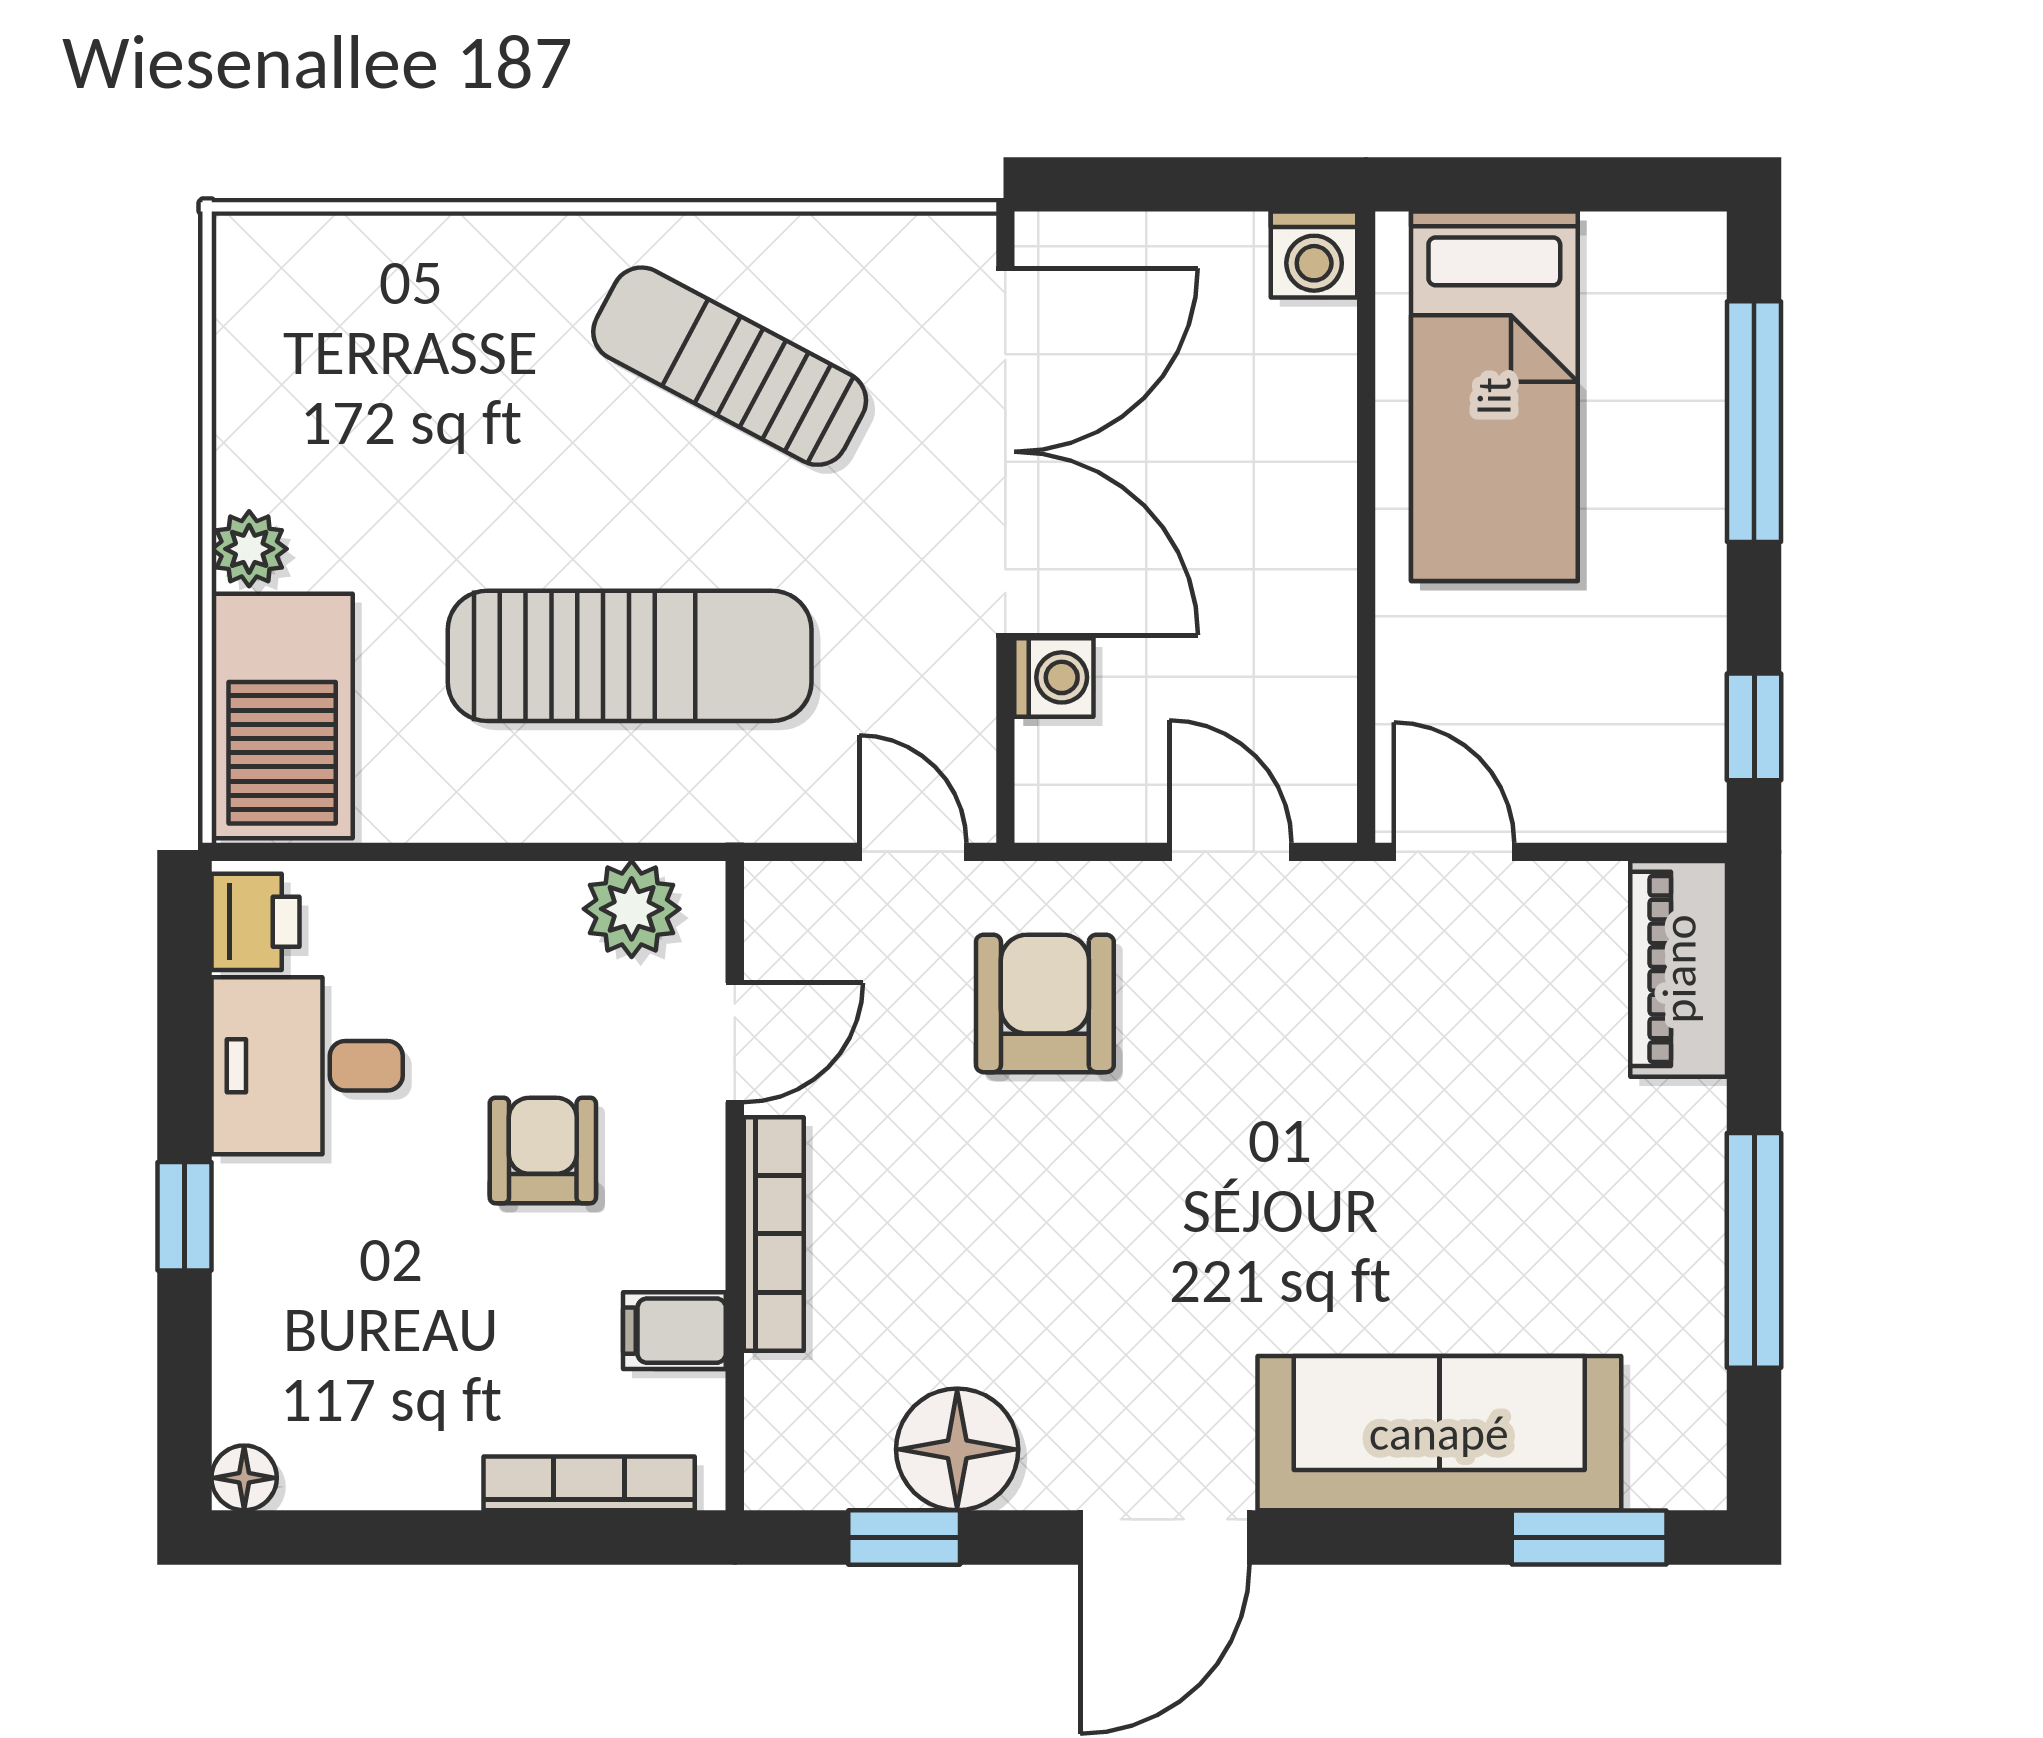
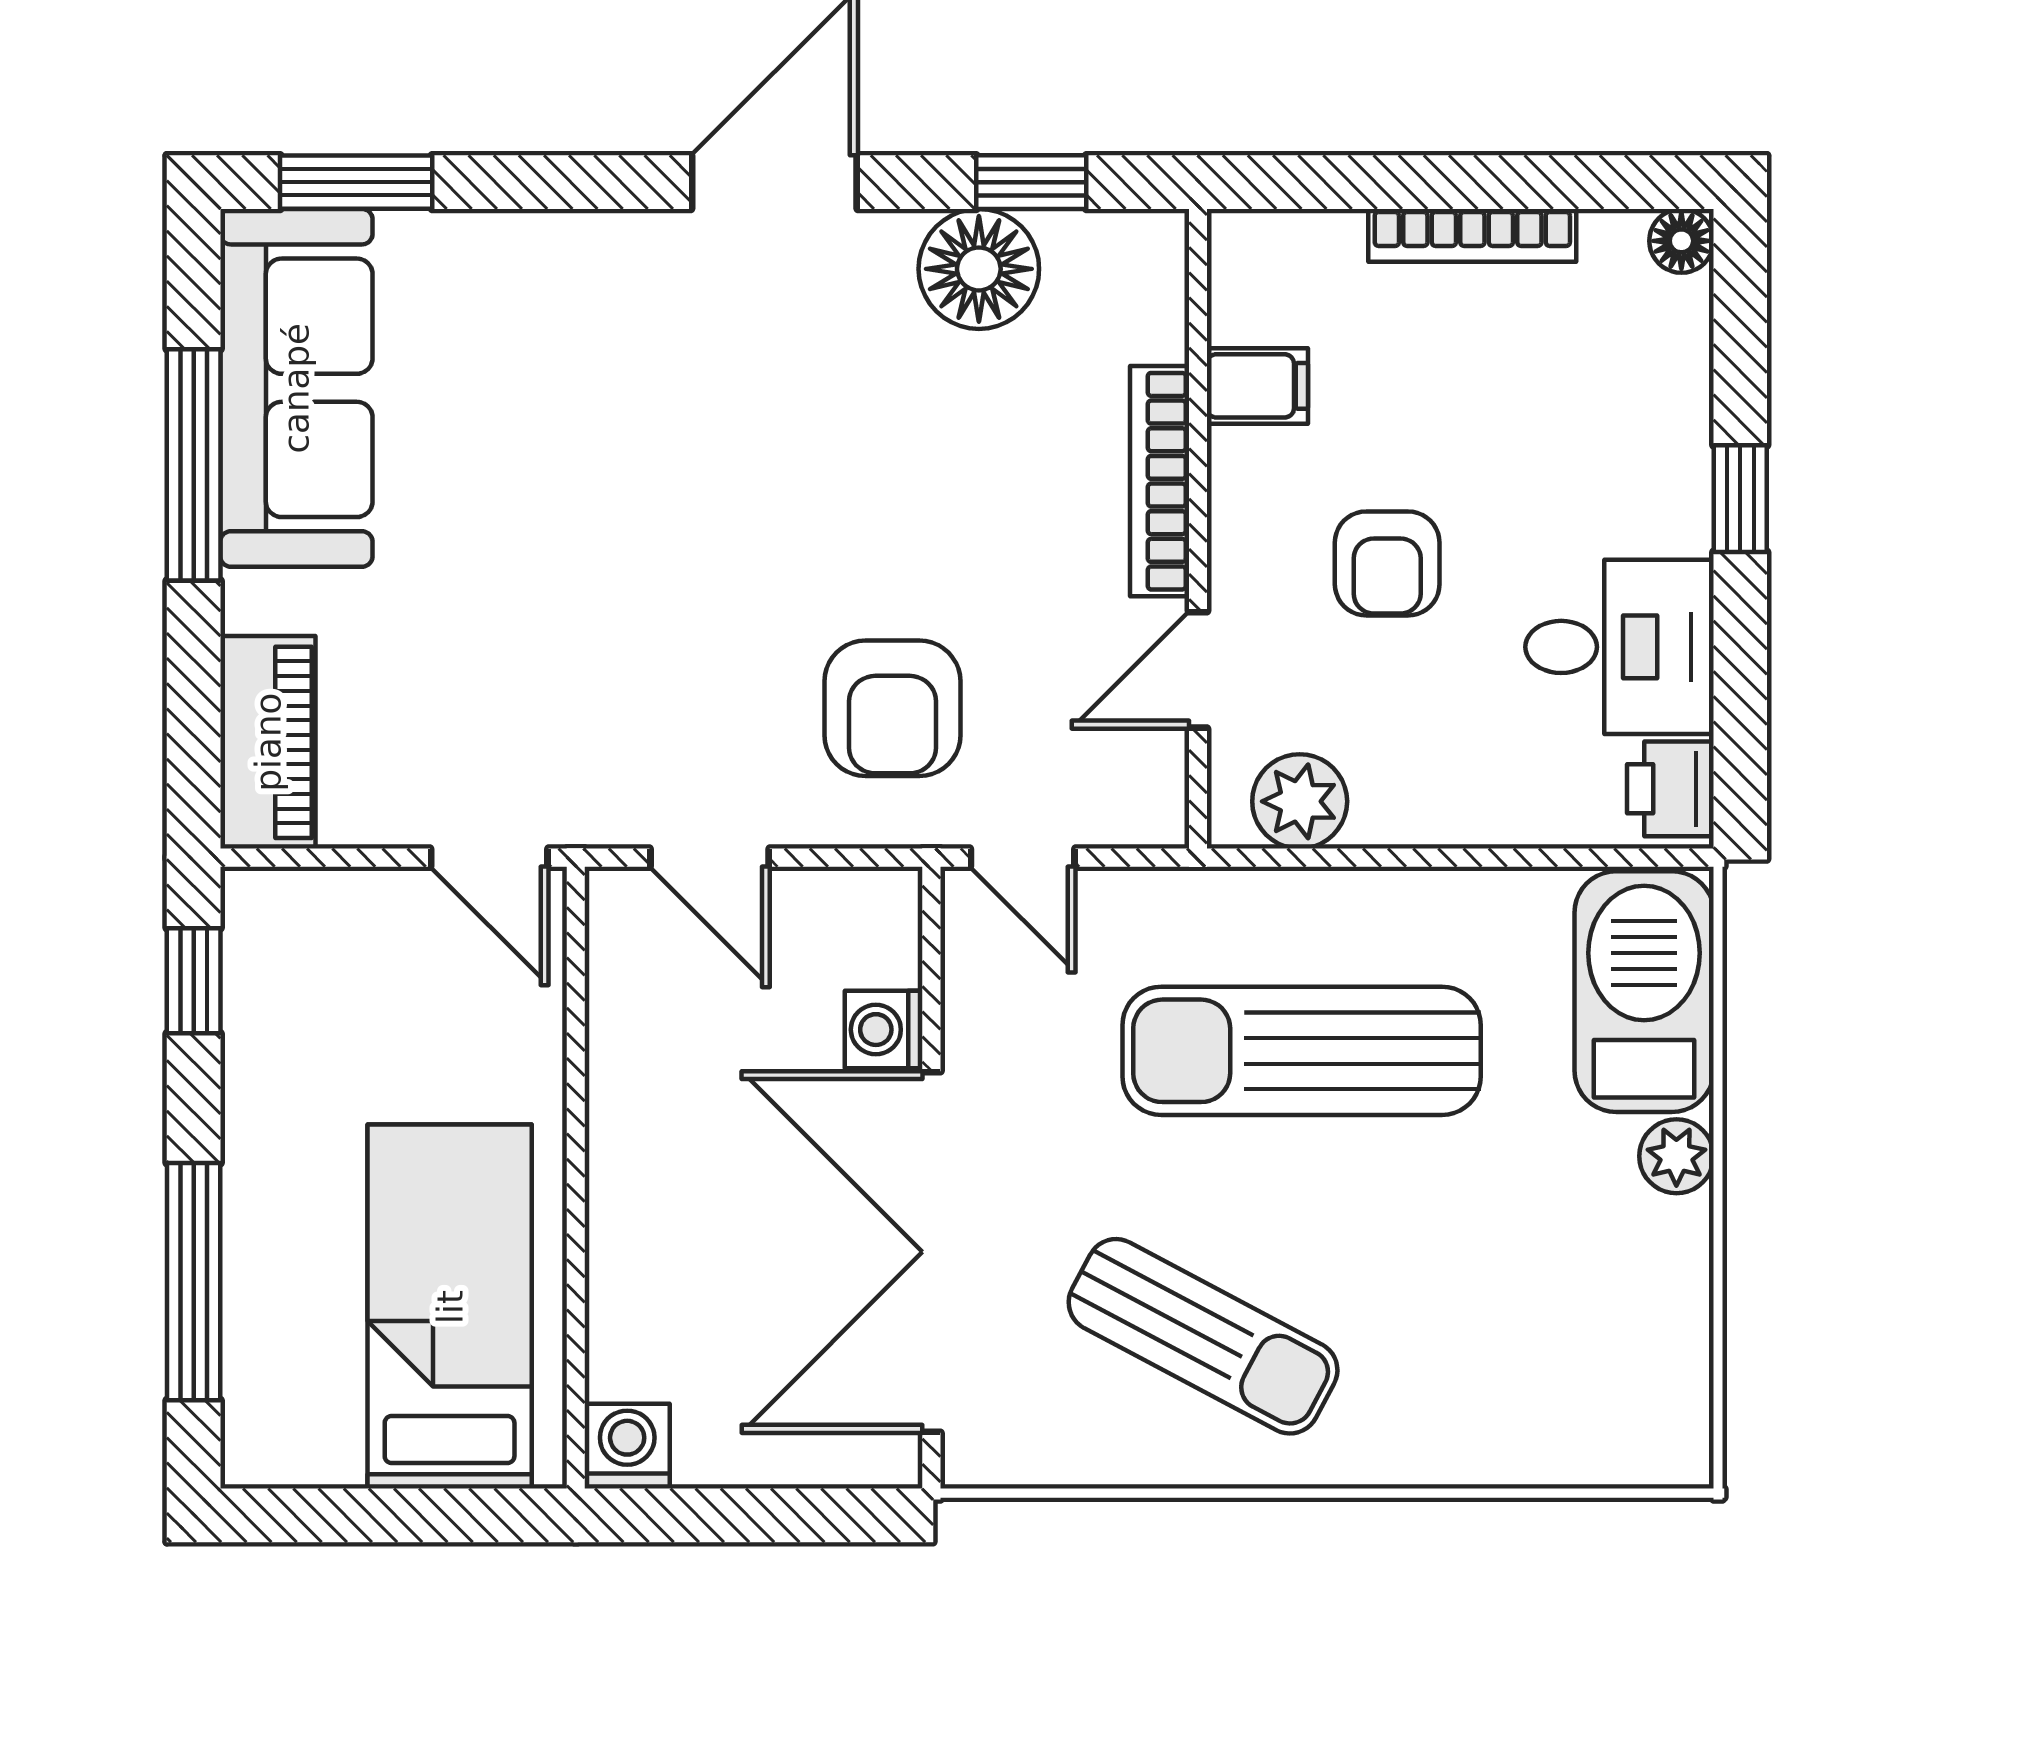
sofa: (1439, 1433) -> (296, 388), moved, turned -90
bookcase: (589, 1483) -> (1472, 235), moved

